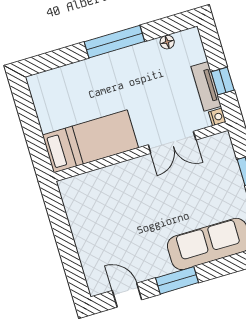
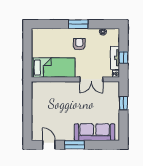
window: (114, 42) -> (78, 24), width x0.69
armchair: (128, 80) -> (79, 44), added

